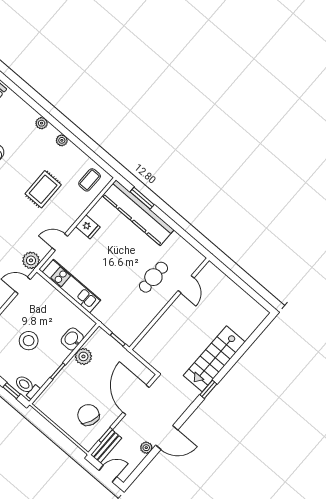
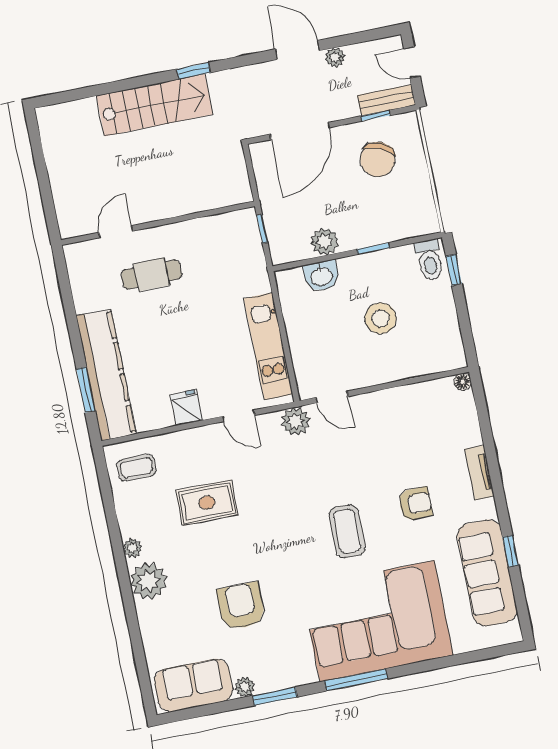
plant: (42, 123) -> (148, 581), width x1.88, depth x1.88

